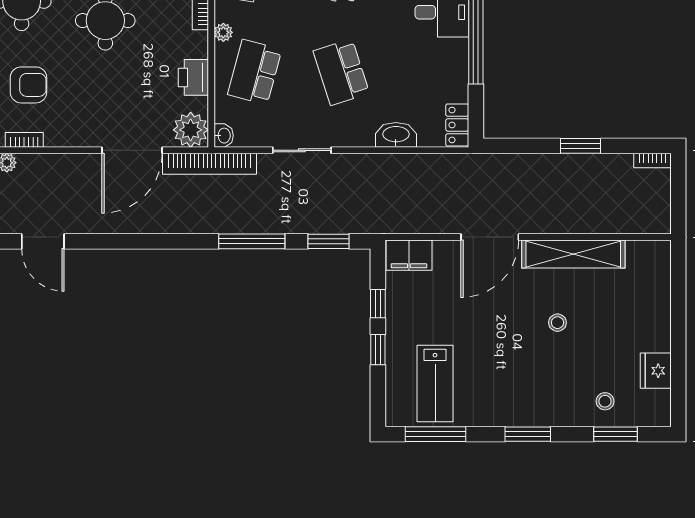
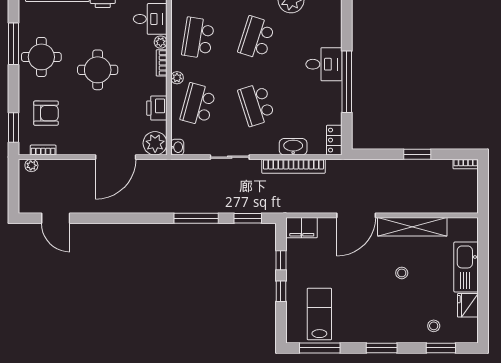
bookcase: (209, 164) -> (293, 166), moved
kitchen sink: (653, 314) -> (466, 267), added
lab bench: (435, 384) -> (319, 314), turned 180

